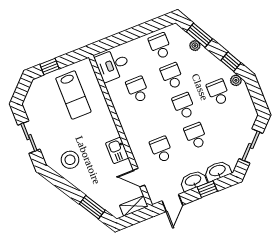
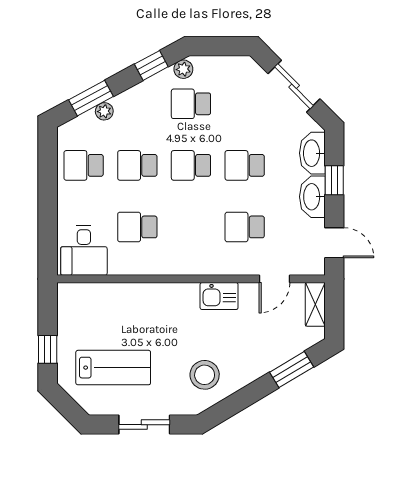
lab bench: (73, 95) -> (113, 368), moved

